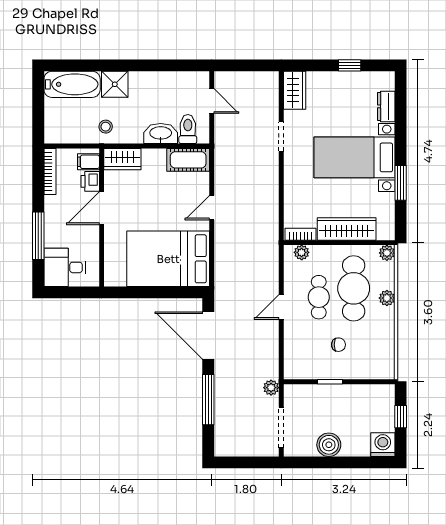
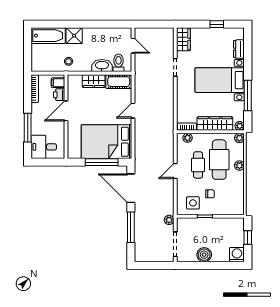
wardrobe: (122, 159) -> (94, 81), moved
window: (401, 183) -> (248, 96), width x1.44
plant: (387, 233) -> (240, 126), added
window: (160, 292) -> (102, 162), added
side table: (310, 360) -> (193, 203), added

